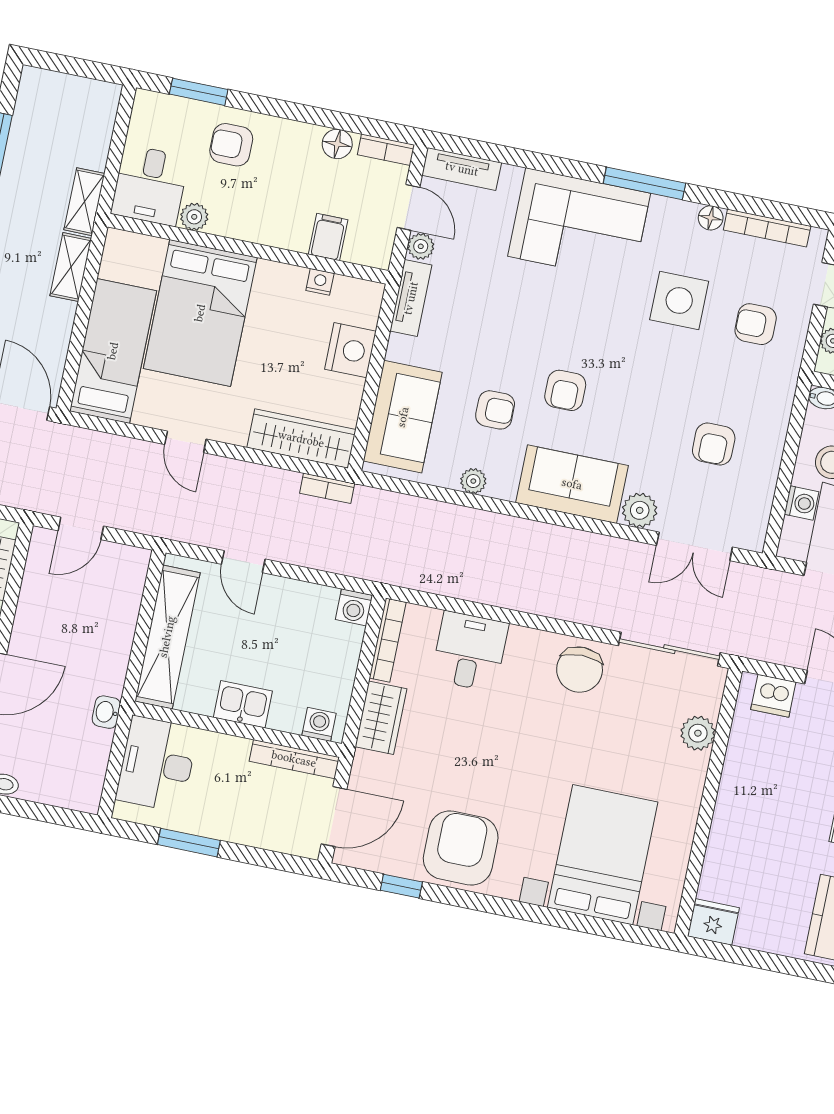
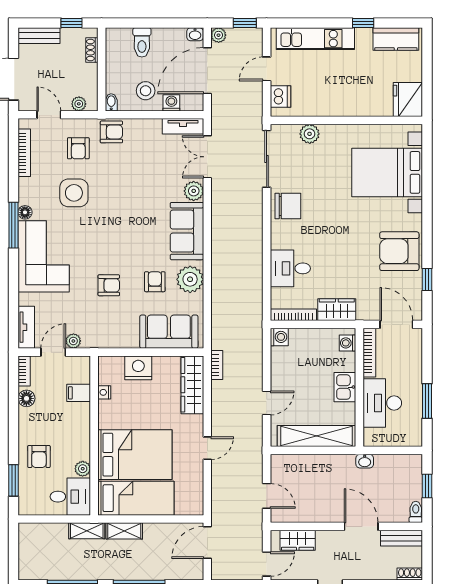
floor lamp: (711, 218) -> (25, 212), moved
tv unit: (411, 298) -> (183, 126), moved, turned 180
bed: (113, 351) -> (136, 498), moved, turned 180
armchair: (565, 390) -> (109, 285), moved
armchair: (714, 444) -> (111, 132), moved
plant: (473, 481) -> (190, 279), width x1.88, depth x1.88
double door: (694, 546) -> (207, 157), swing flipped
desk: (157, 764) -> (382, 403), moved, turned 90
window: (40, 812) -> (427, 486), added
fridge: (713, 922) -> (408, 99), width x1.36, depth x1.34

